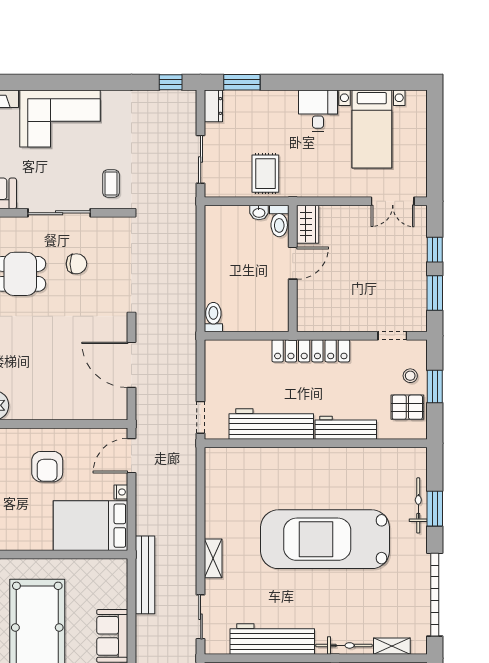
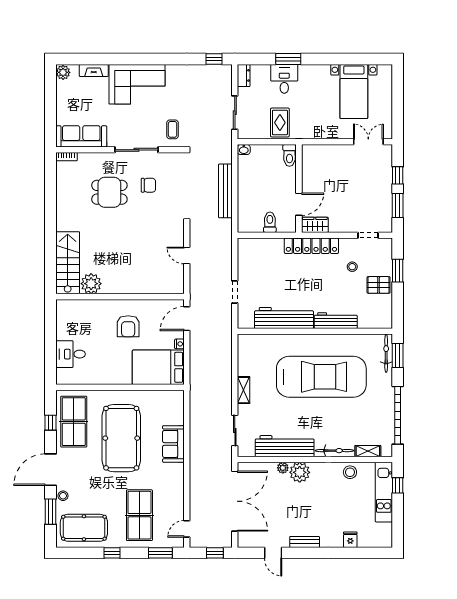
window: (242, 82) -> (288, 59), moved
desk: (318, 111) -> (284, 79), moved
double door: (393, 201) -> (368, 142), swing flipped
washbasin: (259, 212) -> (244, 150), moved
wardrobe: (308, 224) -> (315, 225), moved, turned -90
door: (293, 263) -> (299, 204), moved
toilet: (213, 317) -> (270, 222), moved
door: (131, 365) -> (187, 256), width x0.53
stool: (410, 376) -> (352, 267), moved
workbench: (271, 424) -> (284, 318), moved
workbench: (346, 428) -> (336, 321), moved
wall: (316, 443) -> (315, 331), moved
car: (325, 539) -> (321, 377), turned 180
bench: (145, 575) -> (225, 191), moved

